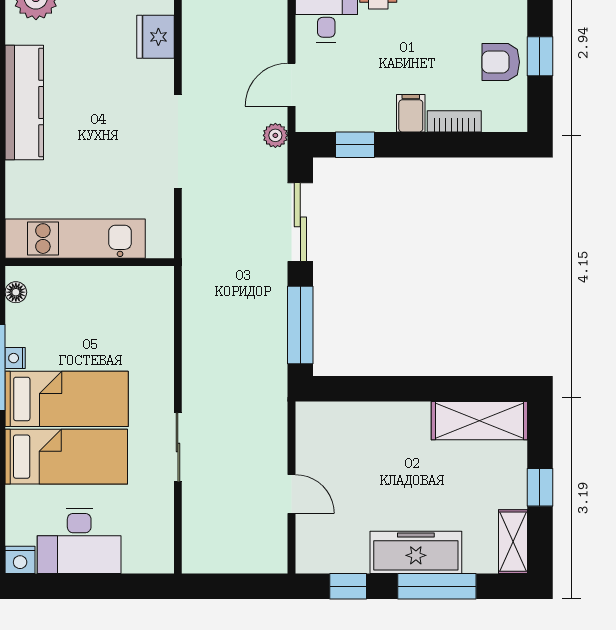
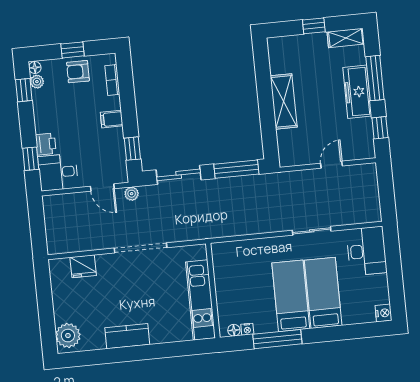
armchair: (501, 62) -> (78, 72), turned 90
kitchen counter: (24, 102) -> (127, 336), width x0.67
bookcase: (454, 121) -> (112, 80), moved
nightstand: (15, 358) -> (247, 329), moved
shelving: (479, 421) -> (284, 101), moved
desk: (79, 541) -> (367, 251), moved

